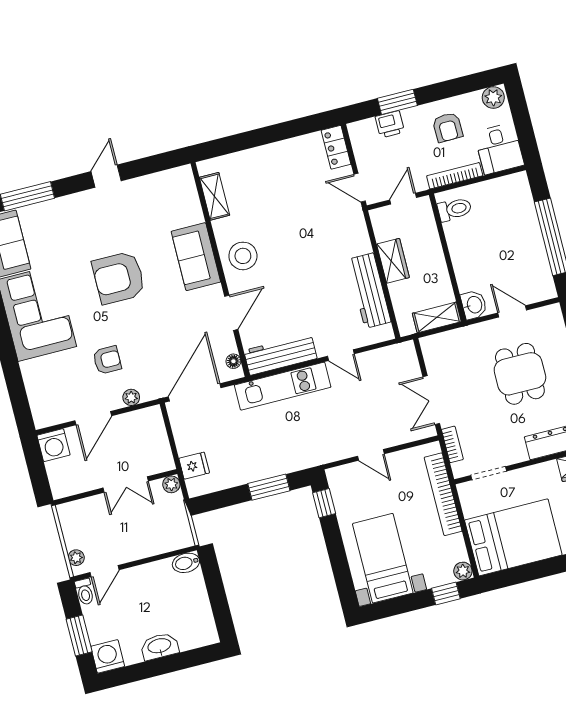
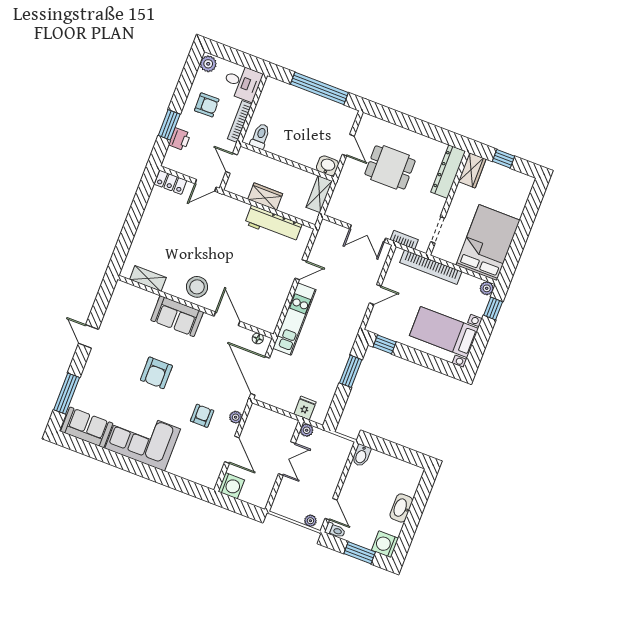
armchair: (119, 278) -> (156, 373), width x0.73, depth x0.73
door: (512, 311) -> (348, 145), swing flipped
workbench: (280, 354) -> (274, 307), removed

